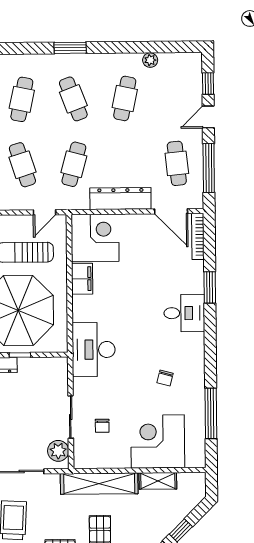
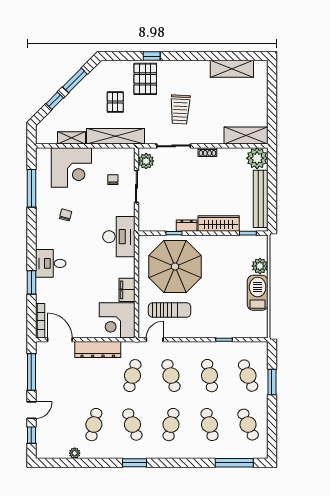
cafe table: (177, 163) -> (55, 376), removed

